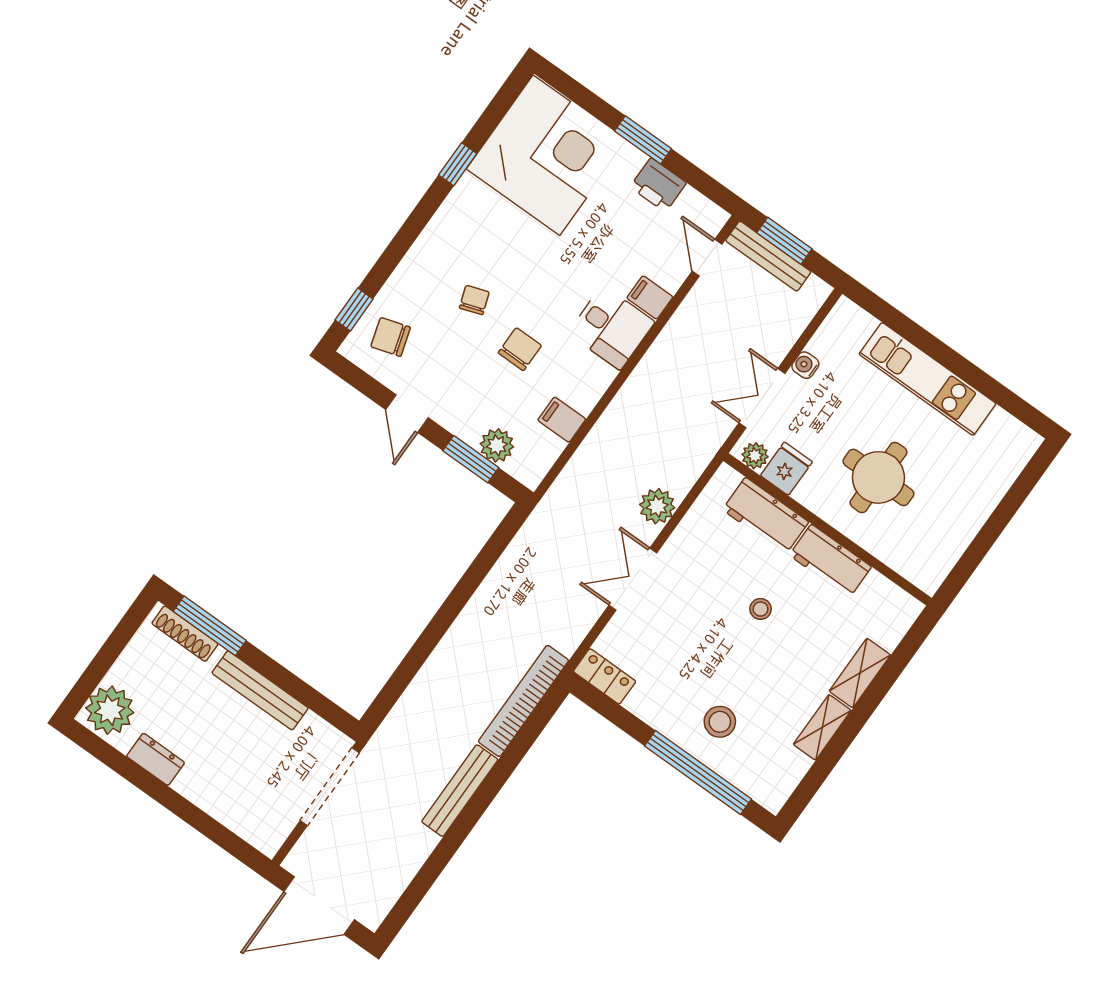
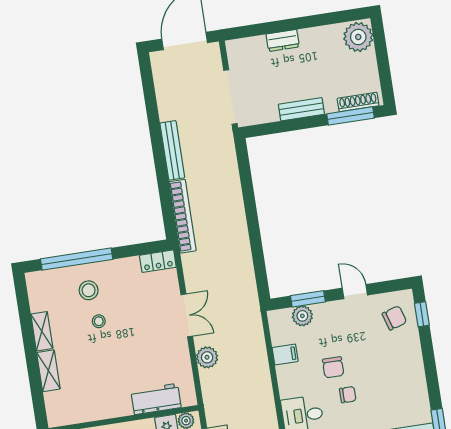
chair: (474, 300) -> (348, 395), moved, turned -71
workbench: (830, 561) -> (109, 407), removed
stool: (761, 609) -> (99, 321), moved
bench: (260, 690) -> (301, 109), width x0.73
dresser: (156, 759) -> (283, 40), moved

